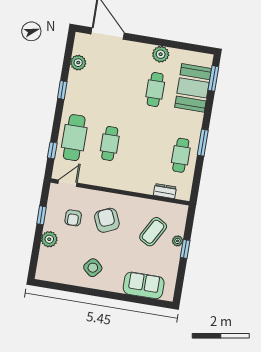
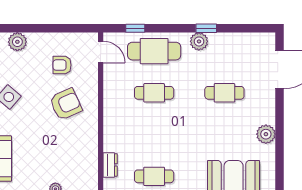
plant: (78, 63) -> (199, 41), moved
cafe table: (155, 90) -> (224, 93), moved
window: (42, 215) -> (59, 28), removed
coffee table: (153, 232) -> (61, 159), removed
plant: (49, 239) -> (17, 42), moved

